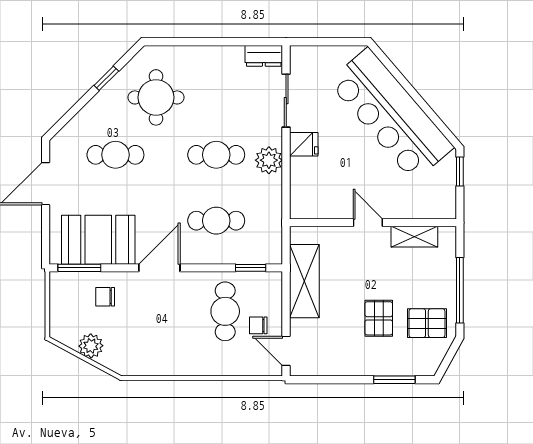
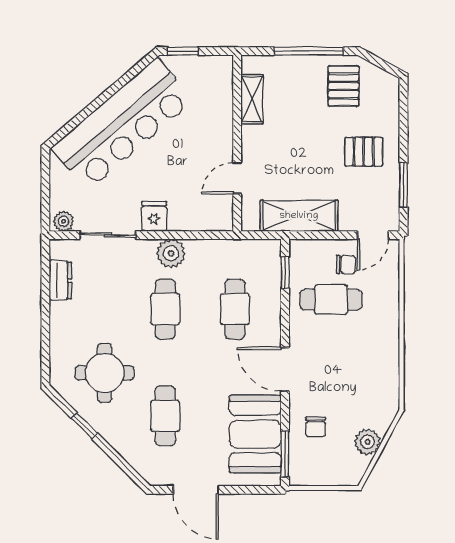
dresser: (264, 56) -> (60, 280), moved
plant: (299, 59) -> (64, 221), added
door: (368, 223) -> (237, 178), moved
pallet: (379, 318) -> (364, 152), moved
chair: (258, 325) -> (346, 265), turned -90
window: (394, 380) -> (403, 185), moved

